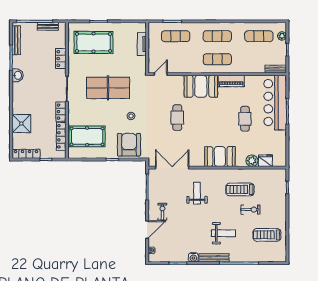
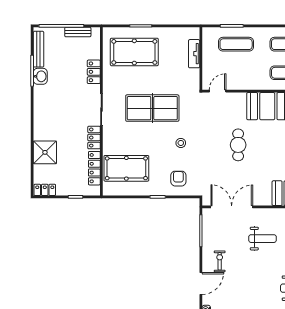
washbasin: (18, 75) -> (40, 76), moved
armchair: (129, 145) -> (178, 179), width x0.53, depth x0.53
locker: (26, 154) -> (45, 190), width x0.66
weight bench: (197, 193) -> (262, 239), turned 90

